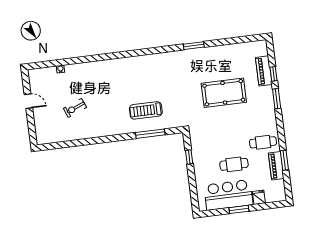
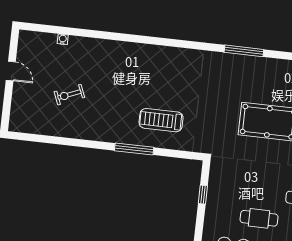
window: (194, 46) -> (244, 51), width x1.44
window: (150, 134) -> (134, 149), moved

